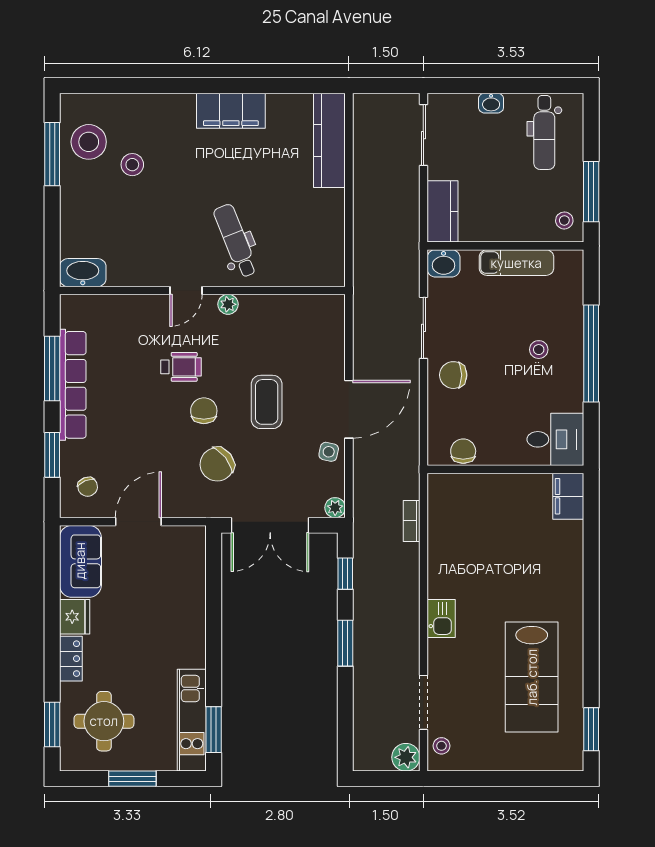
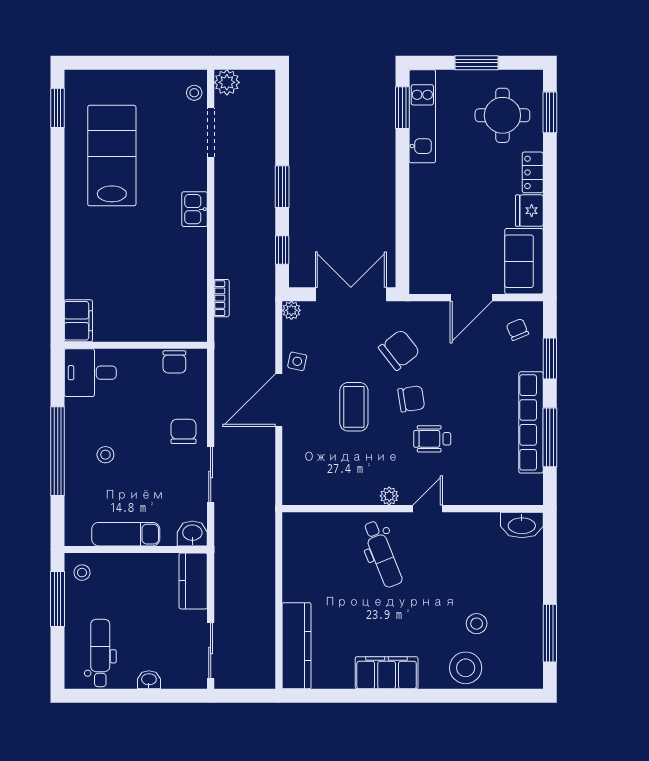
stool: (89, 142) -> (466, 668), moved
chair: (453, 375) -> (184, 431), turned -90
chair: (204, 411) -> (411, 399), turned -99

